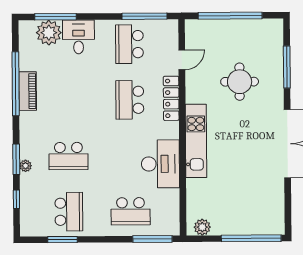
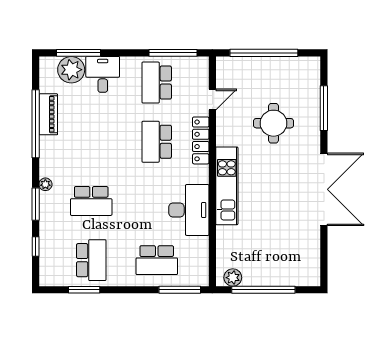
piano: (28, 91) -> (48, 114), moved
plant: (25, 166) -> (45, 184), moved
window: (251, 238) -> (263, 290), moved

